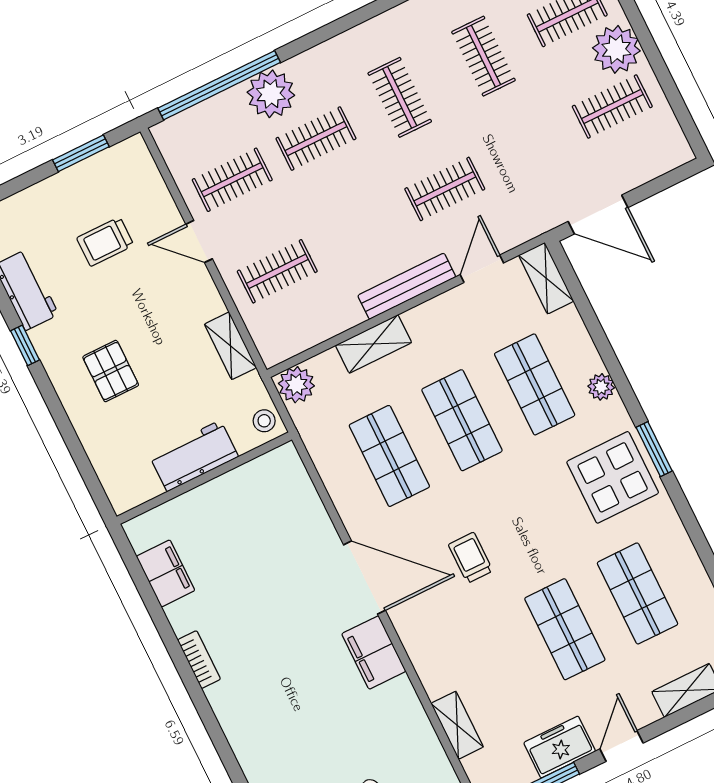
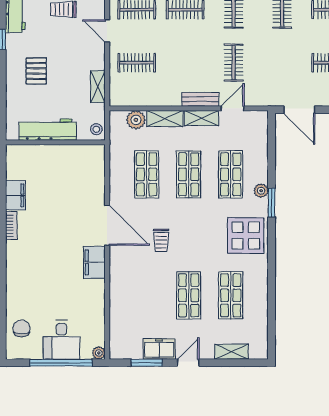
clothes rail: (445, 189) -> (234, 63), turned 90
shelving: (546, 278) -> (202, 118), moved, turned 90
bench: (407, 286) -> (200, 99), width x0.73
plant: (296, 385) -> (136, 120), moved
window: (654, 449) -> (271, 203), moved
workbench: (194, 456) -> (48, 130), width x1.38
trolley: (471, 558) -> (161, 240), turned 180
filing cabinet: (166, 573) -> (15, 195), moved
shelving: (457, 725) -> (116, 315), removed

